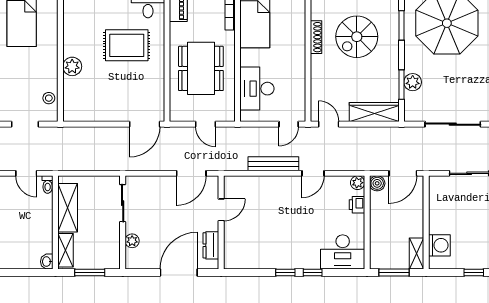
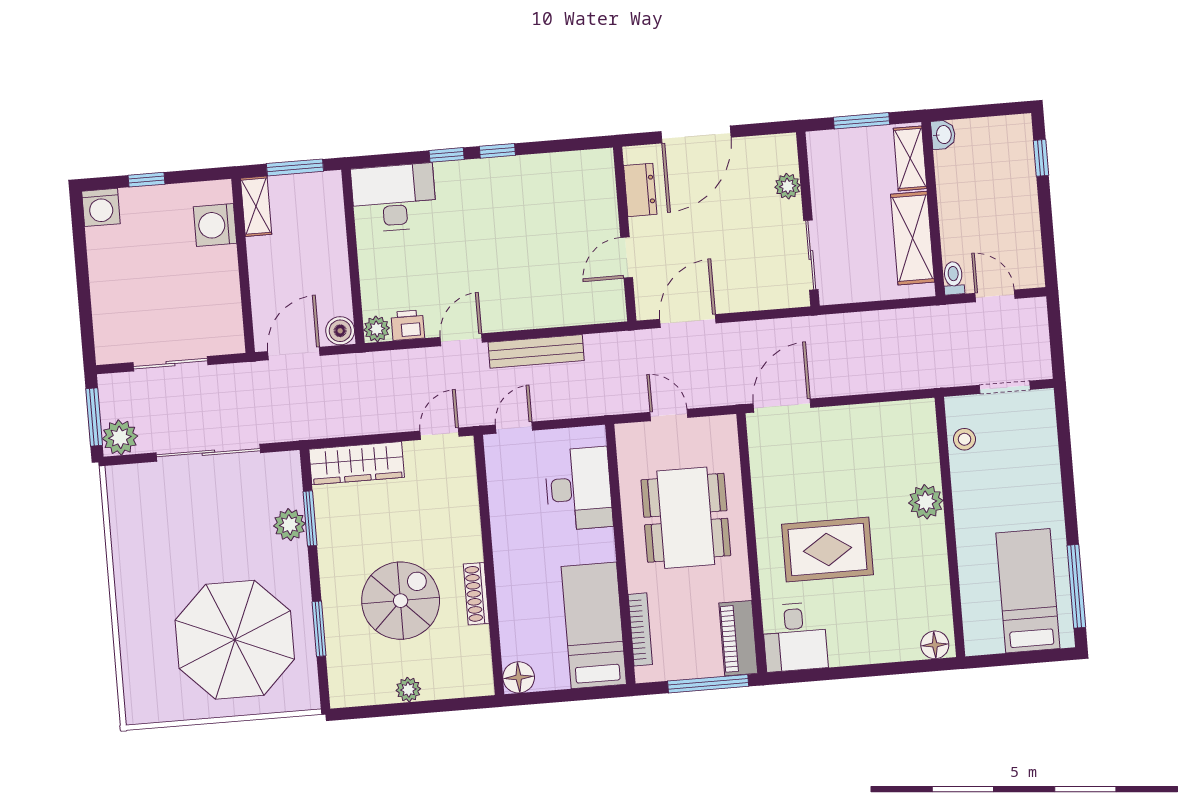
door: (329, 124) -> (440, 434), swing flipped
printer: (357, 205) -> (408, 325), moved, turned -90

